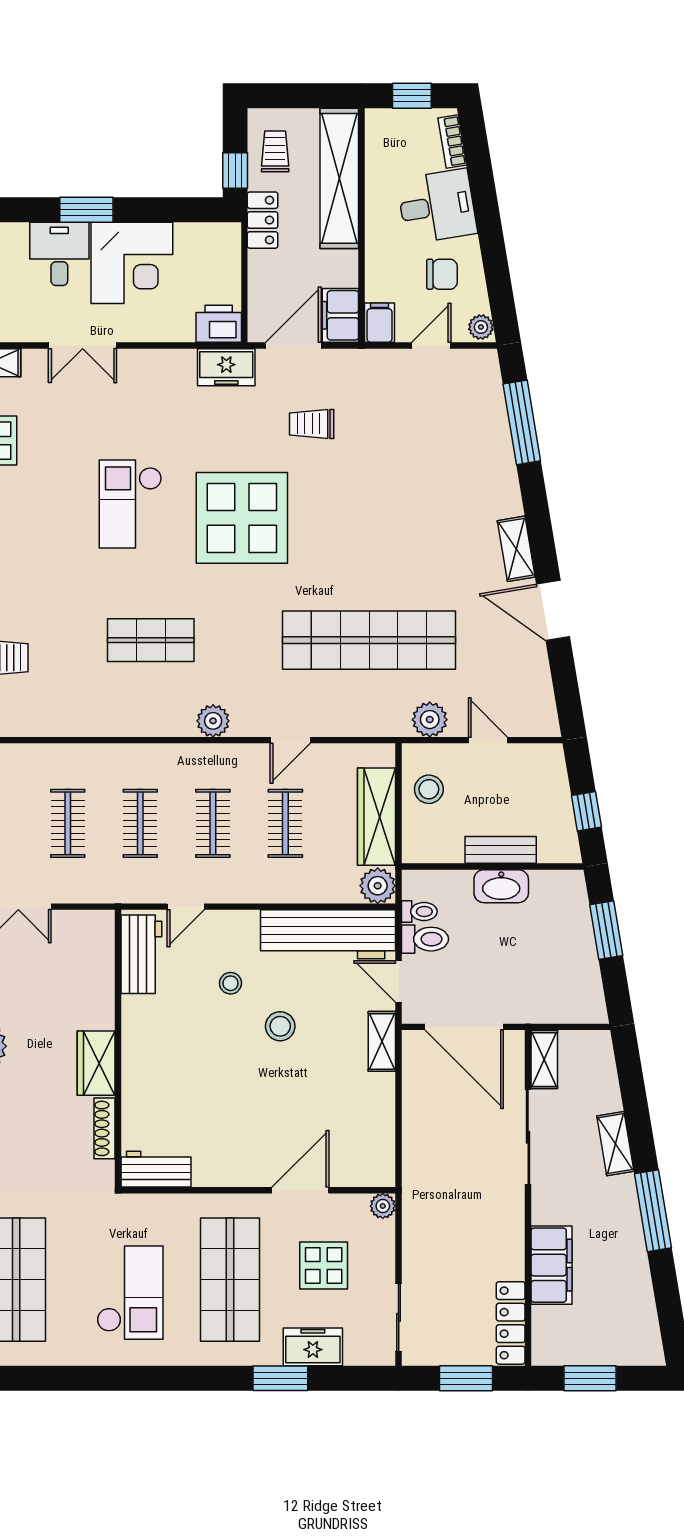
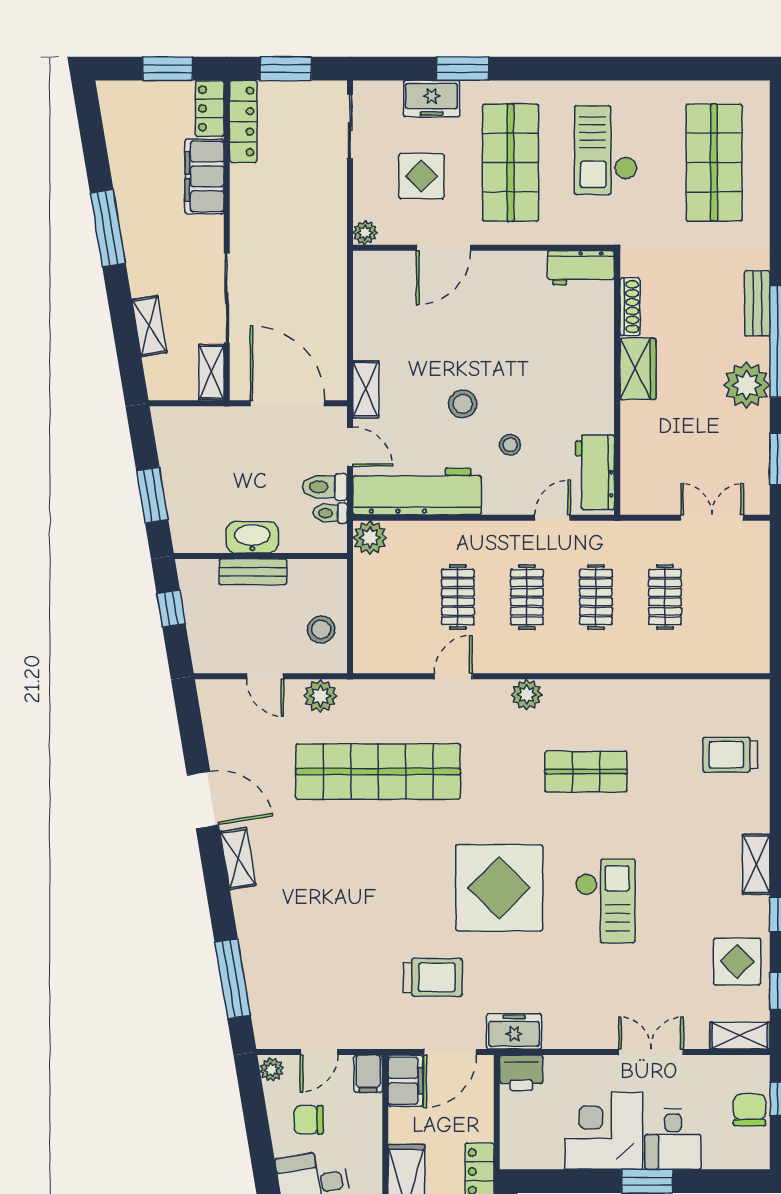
trolley: (312, 424) -> (433, 977), width x1.36, depth x1.39
wardrobe: (377, 817) -> (371, 603), removed
shelving: (615, 1144) -> (149, 326), moved
locker: (546, 1336) -> (210, 108), added

